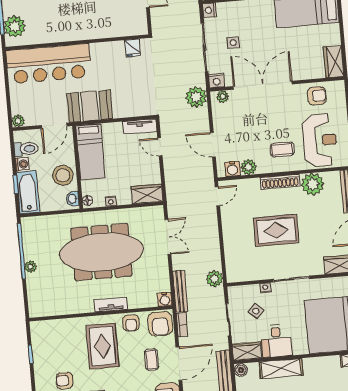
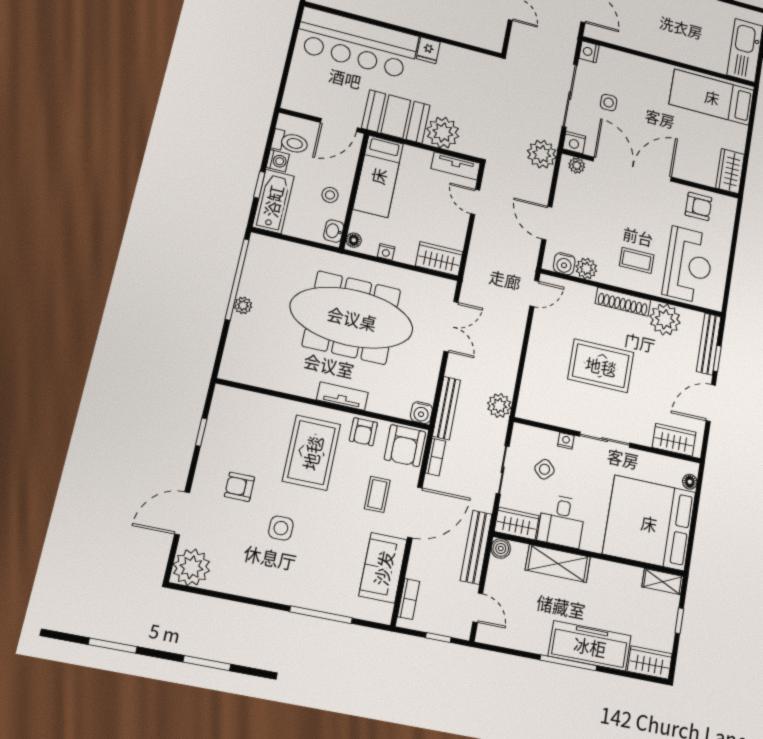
fridge: (133, 48) -> (428, 50), moved
plant: (18, 121) -> (443, 133), moved, width x1.88, depth x1.88
stool: (63, 175) -> (330, 195), width x0.53, depth x0.53

